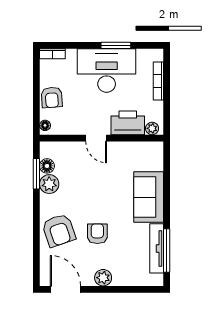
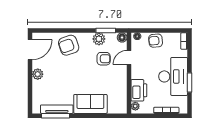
door: (96, 138) -> (129, 57), moved
floor lamp: (47, 166) -> (122, 37), moved
armchair: (97, 234) -> (104, 59), moved

